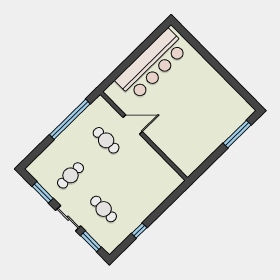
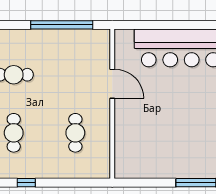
cafe table: (106, 140) -> (75, 133), moved

